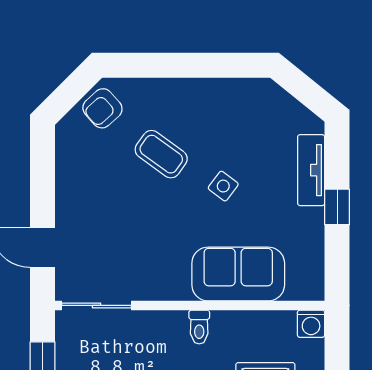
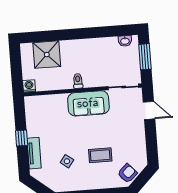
coffee table: (161, 154) -> (100, 155), turned -36
side table: (223, 186) -> (67, 161), moved
sofa: (238, 274) -> (88, 103), moved

